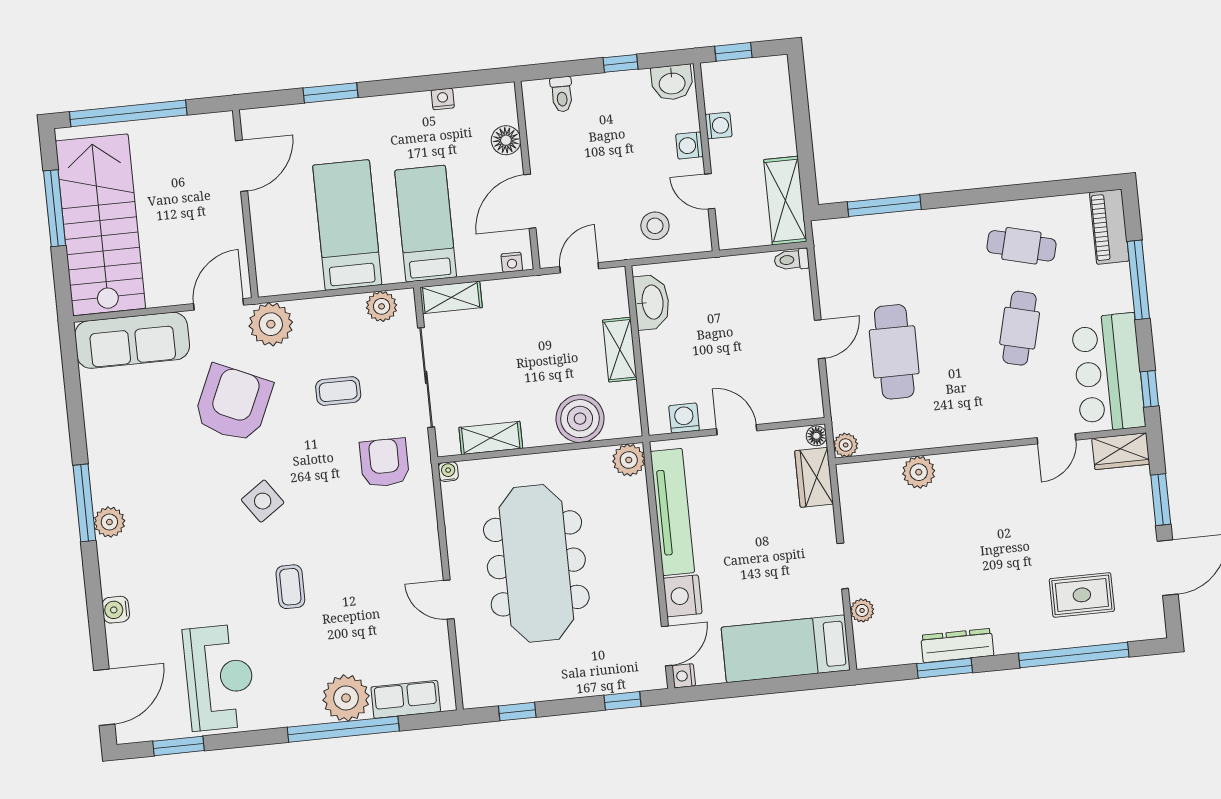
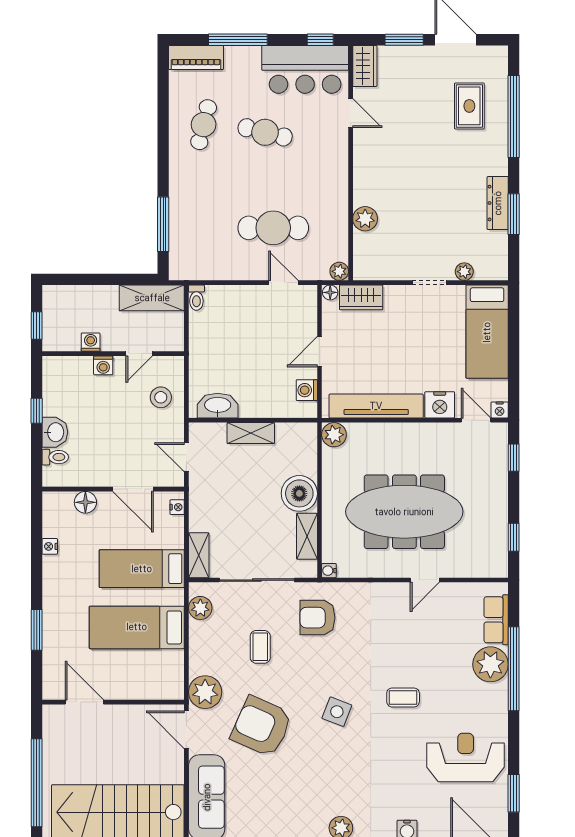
washbasin: (672, 83) -> (55, 432), moved
door: (820, 339) -> (283, 283), moved
boiler: (580, 419) -> (299, 493), moved
side table: (263, 501) -> (337, 712), turned -34

